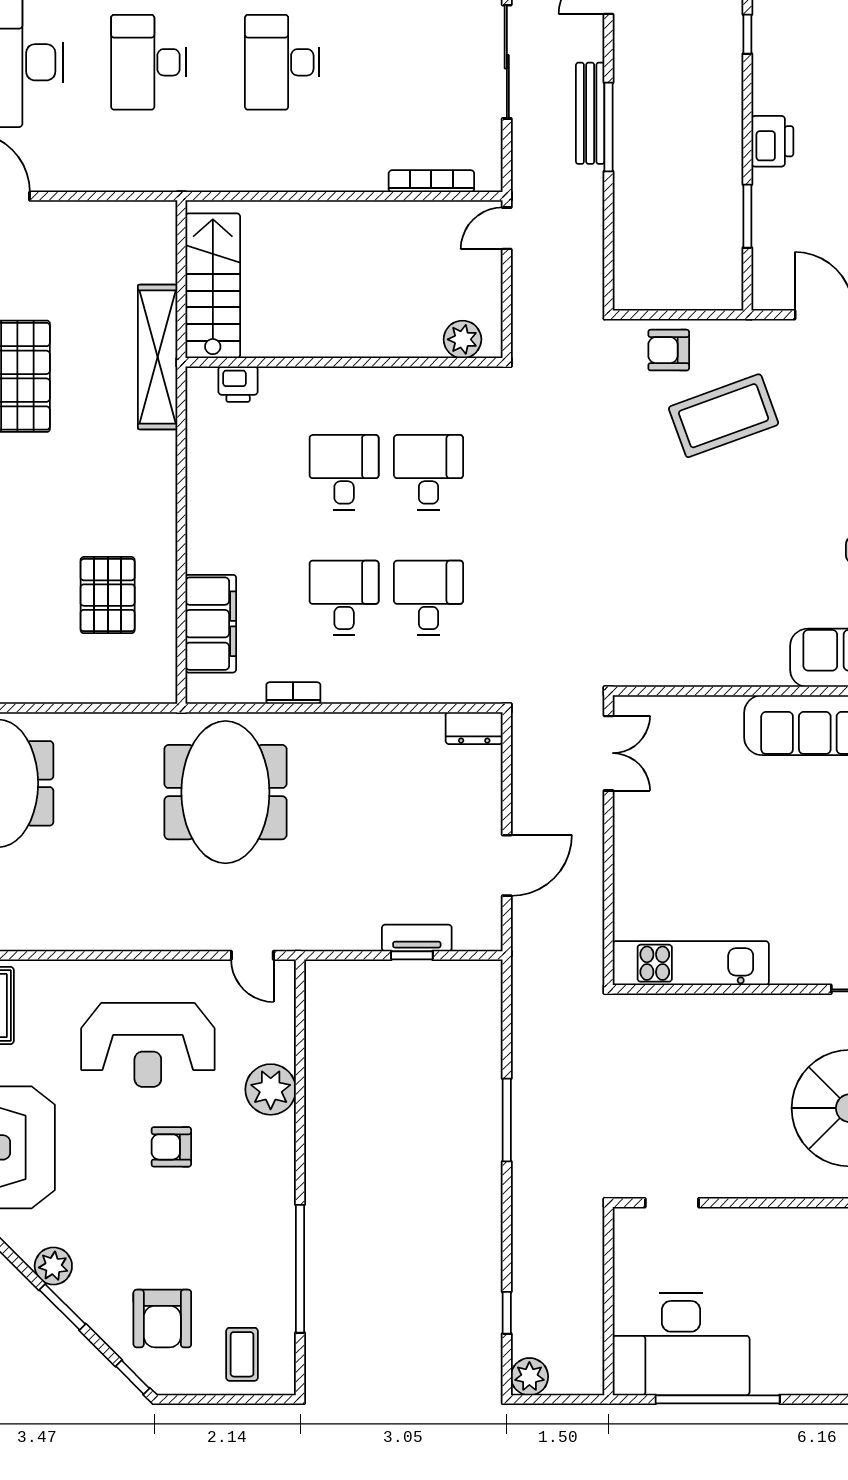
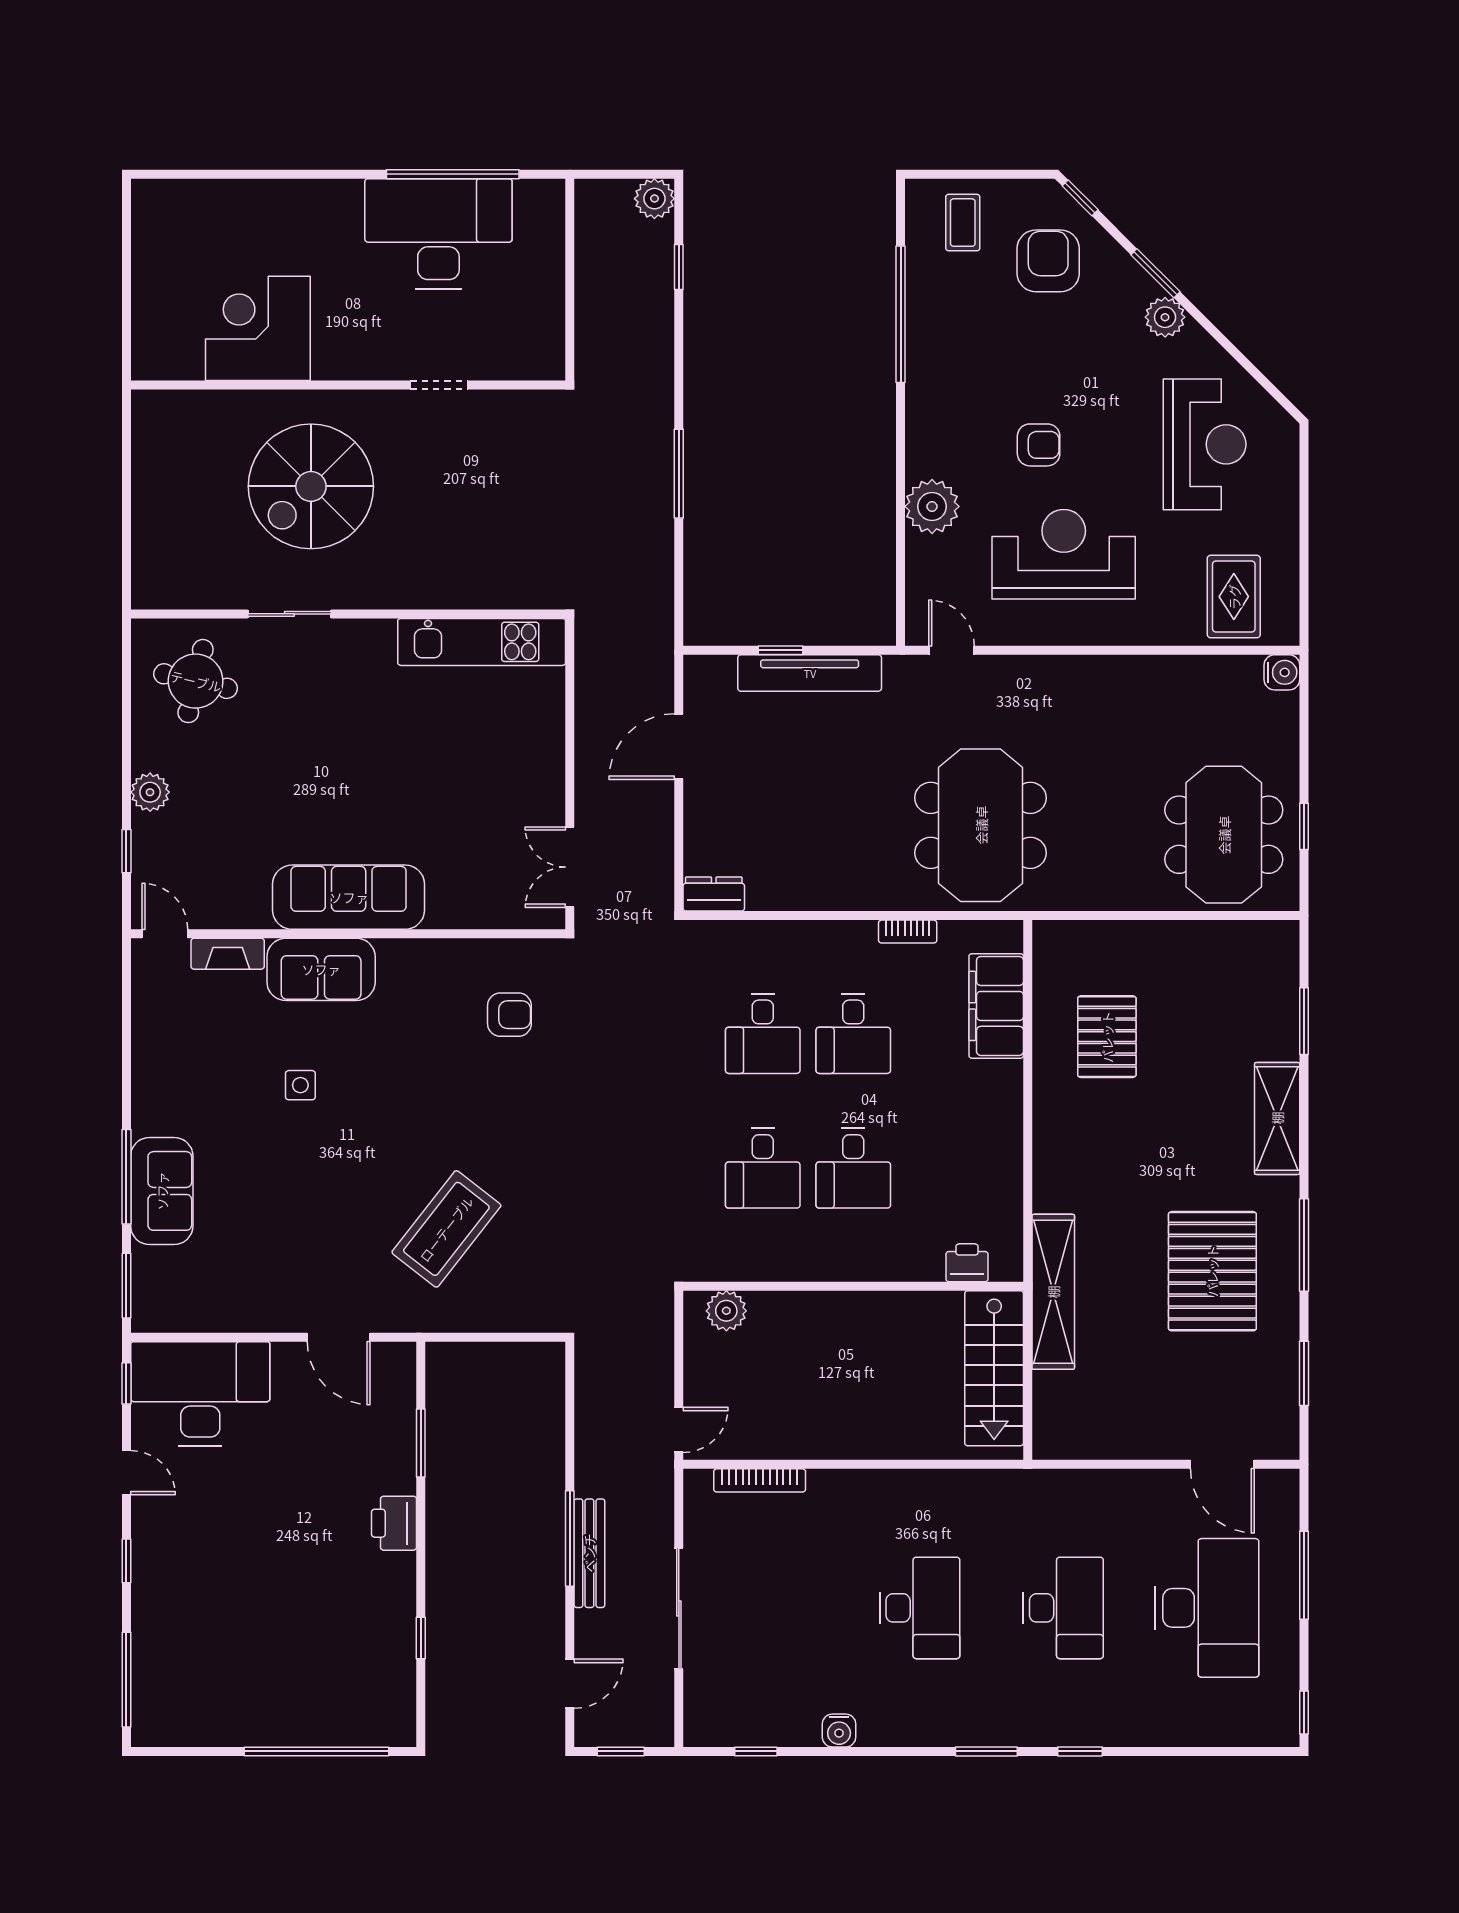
armchair: (669, 350) -> (509, 1015), moved
coffee table: (724, 416) -> (446, 1229), turned -32
tv unit: (417, 938) -> (810, 673), width x1.92, depth x1.29
doorway: (672, 1203) -> (439, 385), moved
desk: (681, 1344) -> (438, 234), moved

